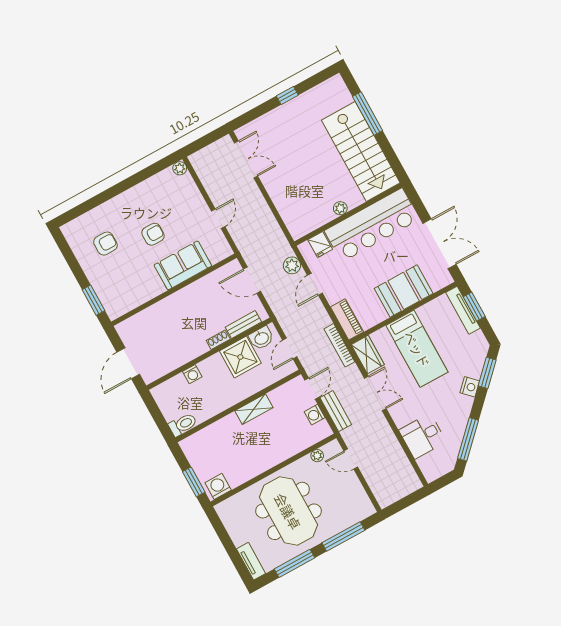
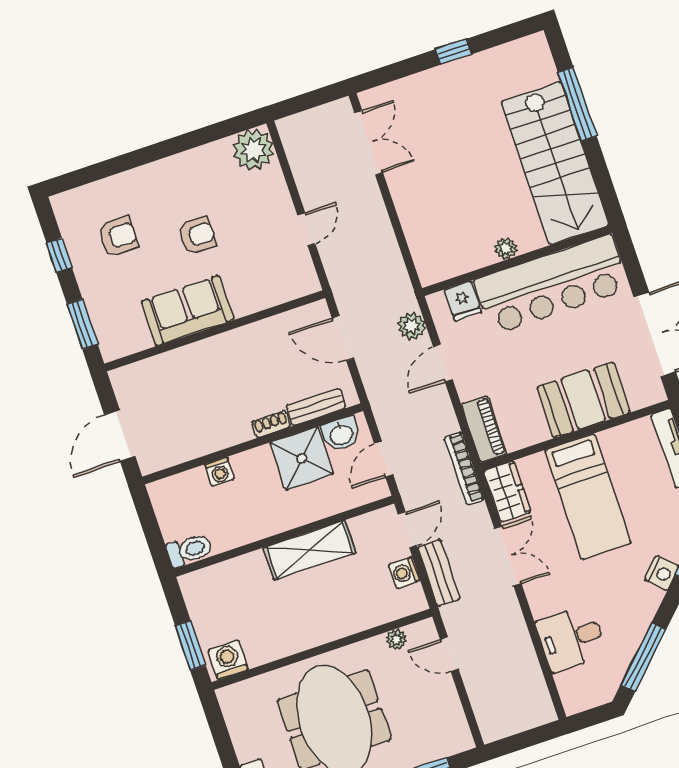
plant: (180, 168) -> (253, 150), width x1.88, depth x1.88
window: (72, 261) -> (59, 255), added
sofa: (183, 265) -> (188, 311), moved
shelving: (254, 409) -> (310, 550), width x1.50, depth x1.33

